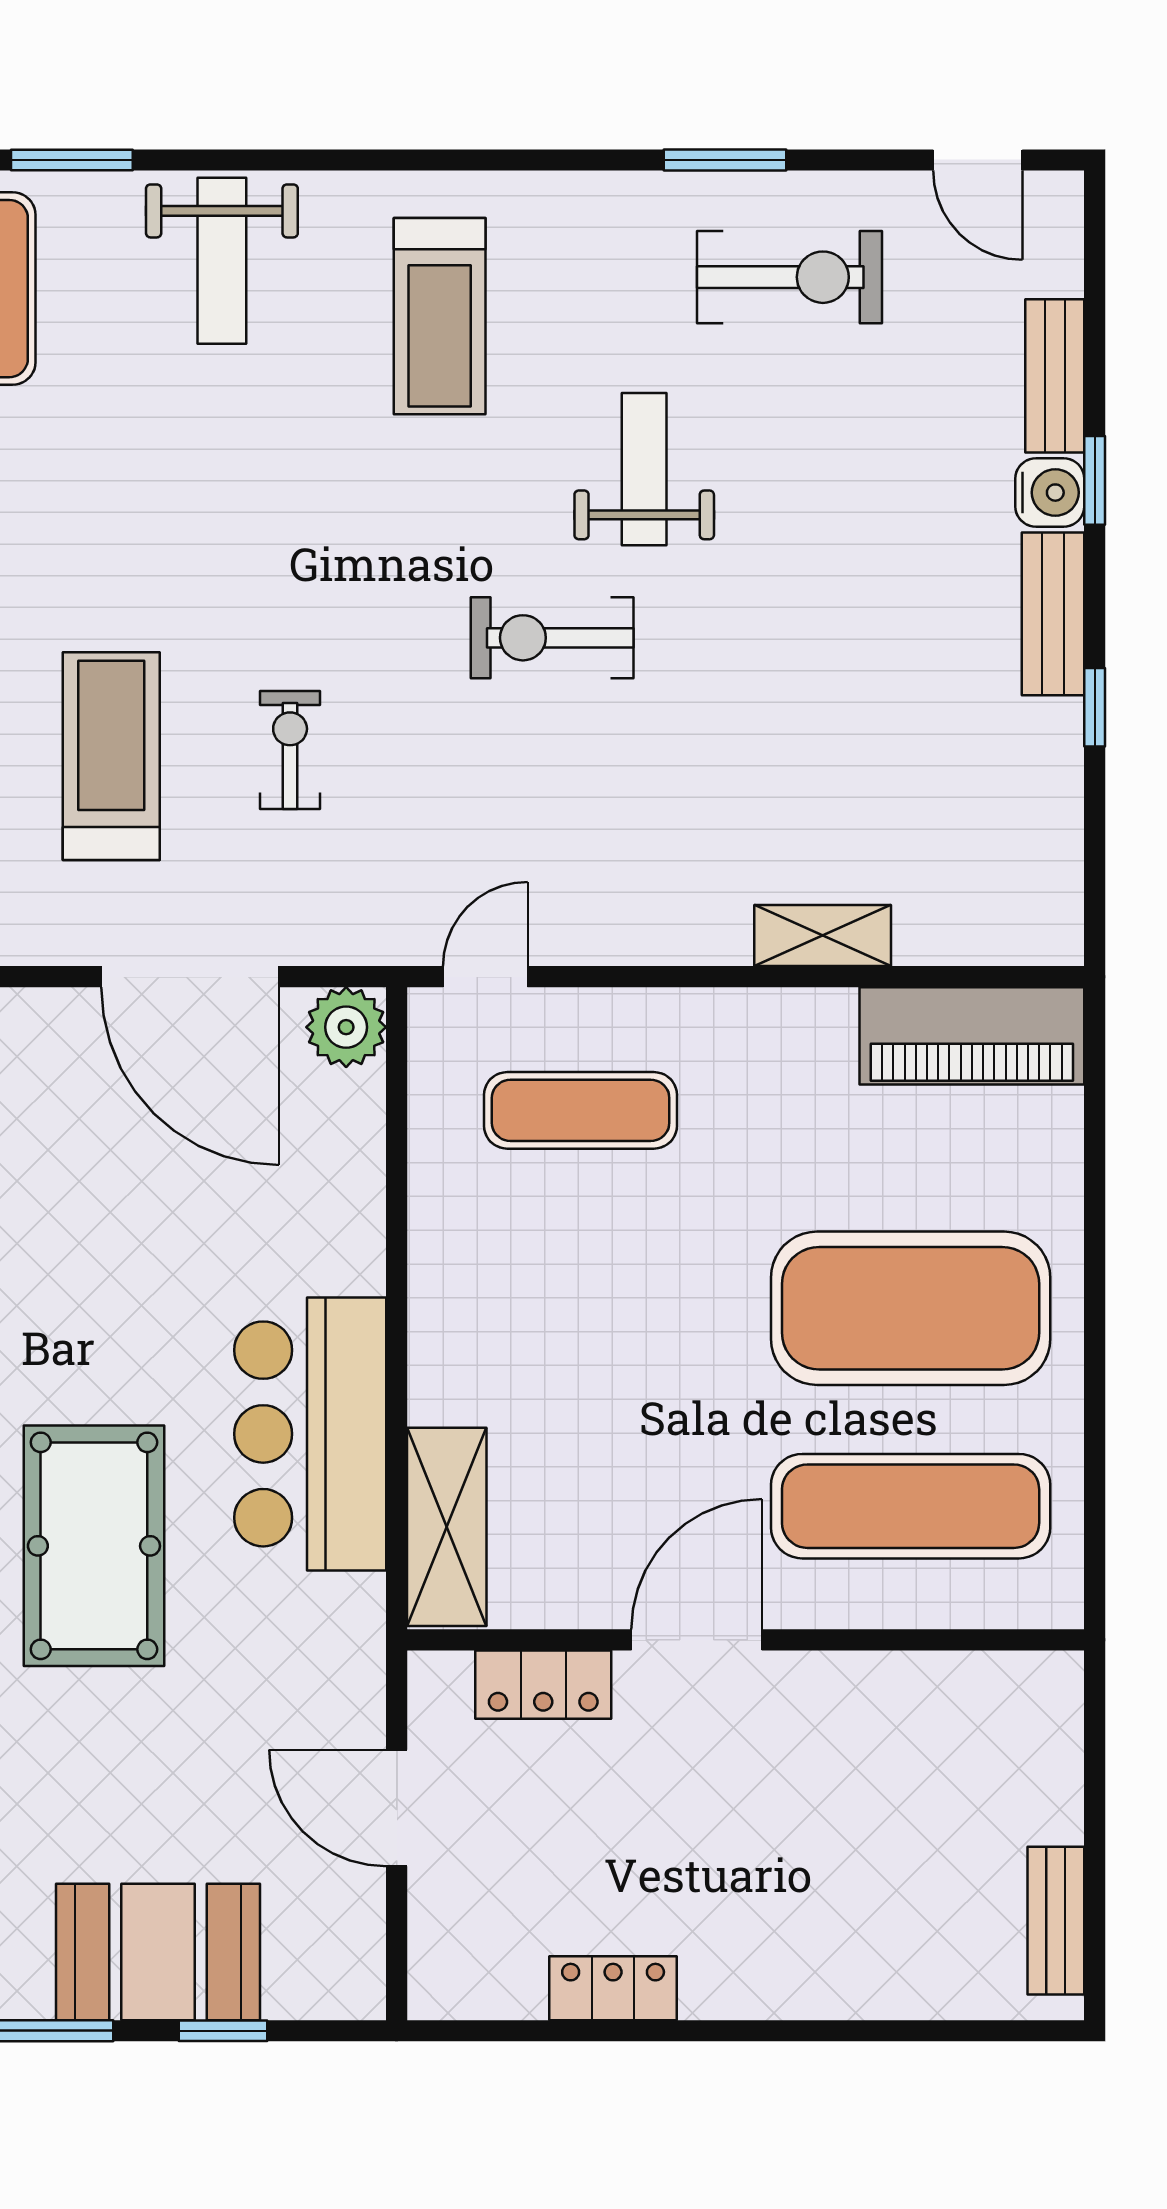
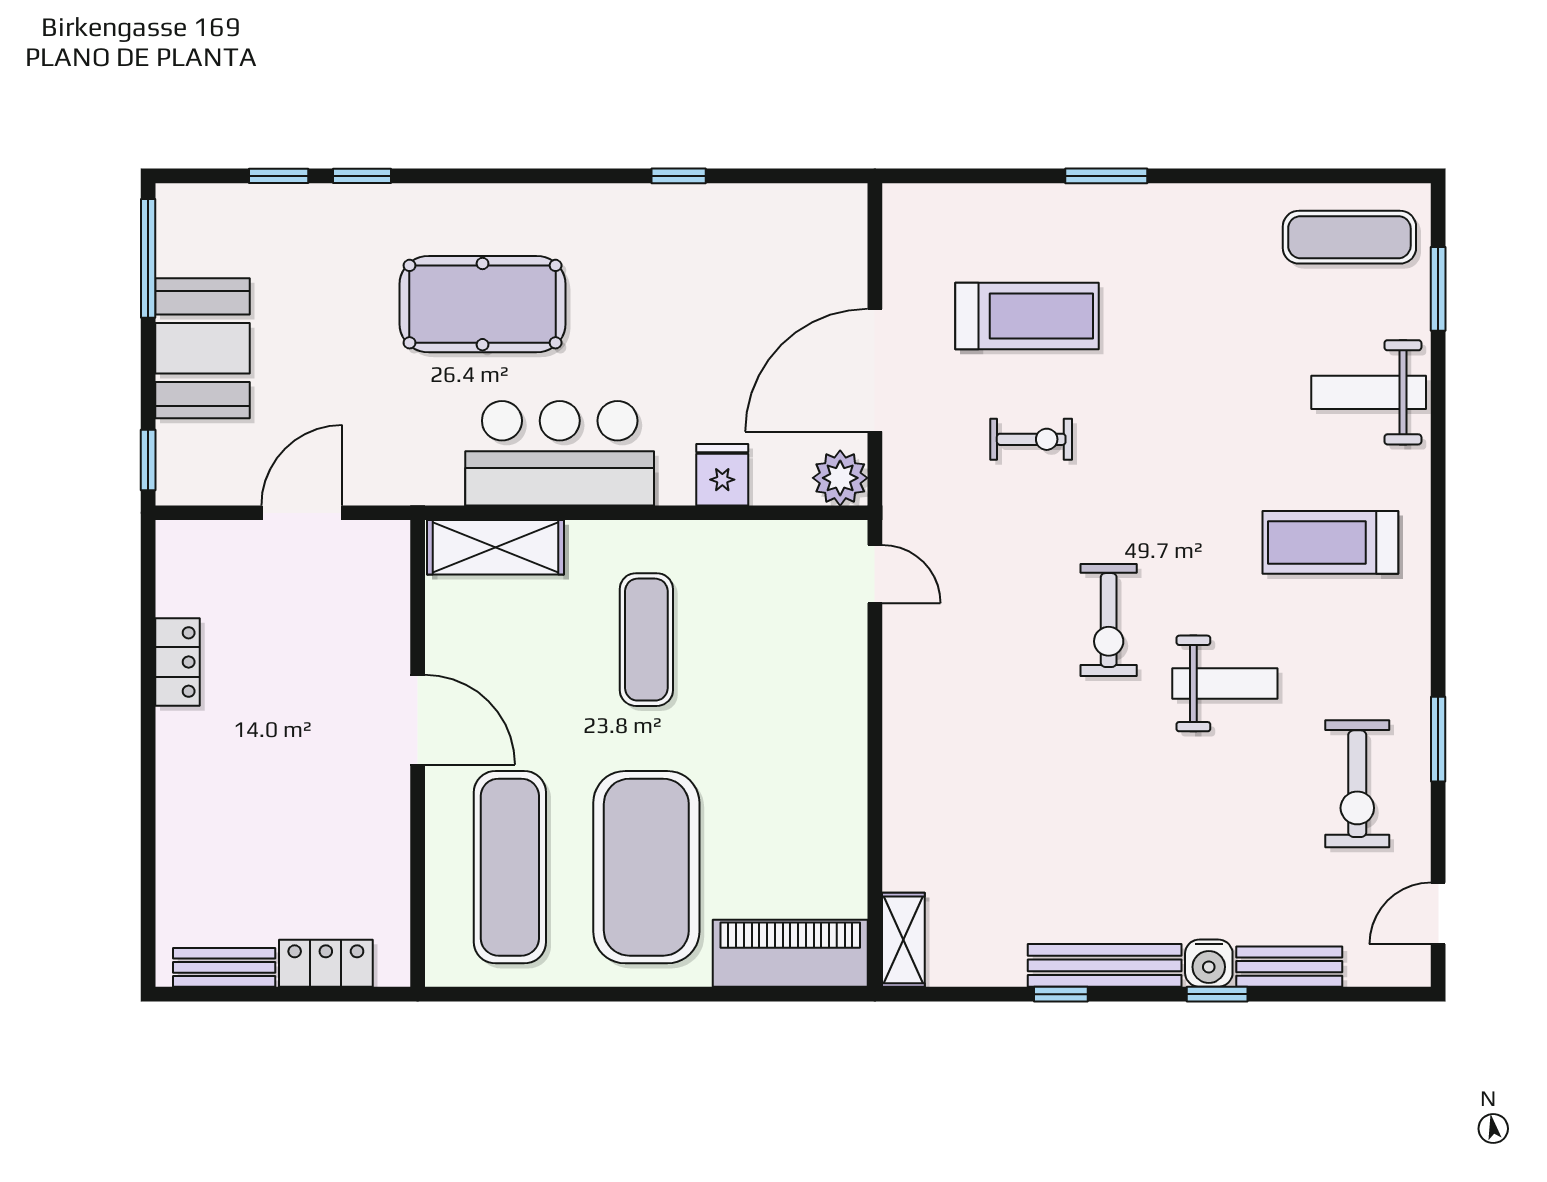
bench: (1053, 614) -> (1105, 965), width x1.36
exercise bike: (552, 638) -> (1109, 620), turned 180
shelving: (823, 936) -> (903, 940), moved
piano: (972, 1036) -> (790, 953), moved, turned 90
exercise mat: (581, 1110) -> (646, 640), moved
fridge: (341, 1198) -> (722, 475), added
locker: (543, 1685) -> (326, 963), moved, turned 90
window: (223, 2031) -> (148, 460), moved

